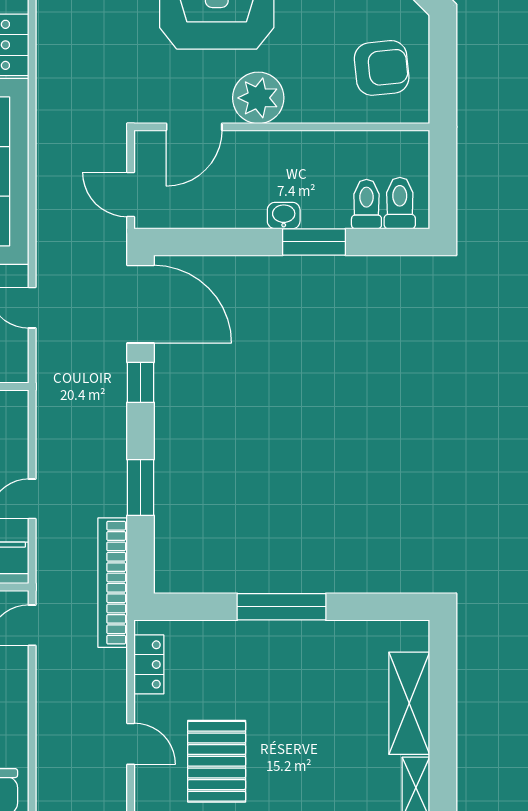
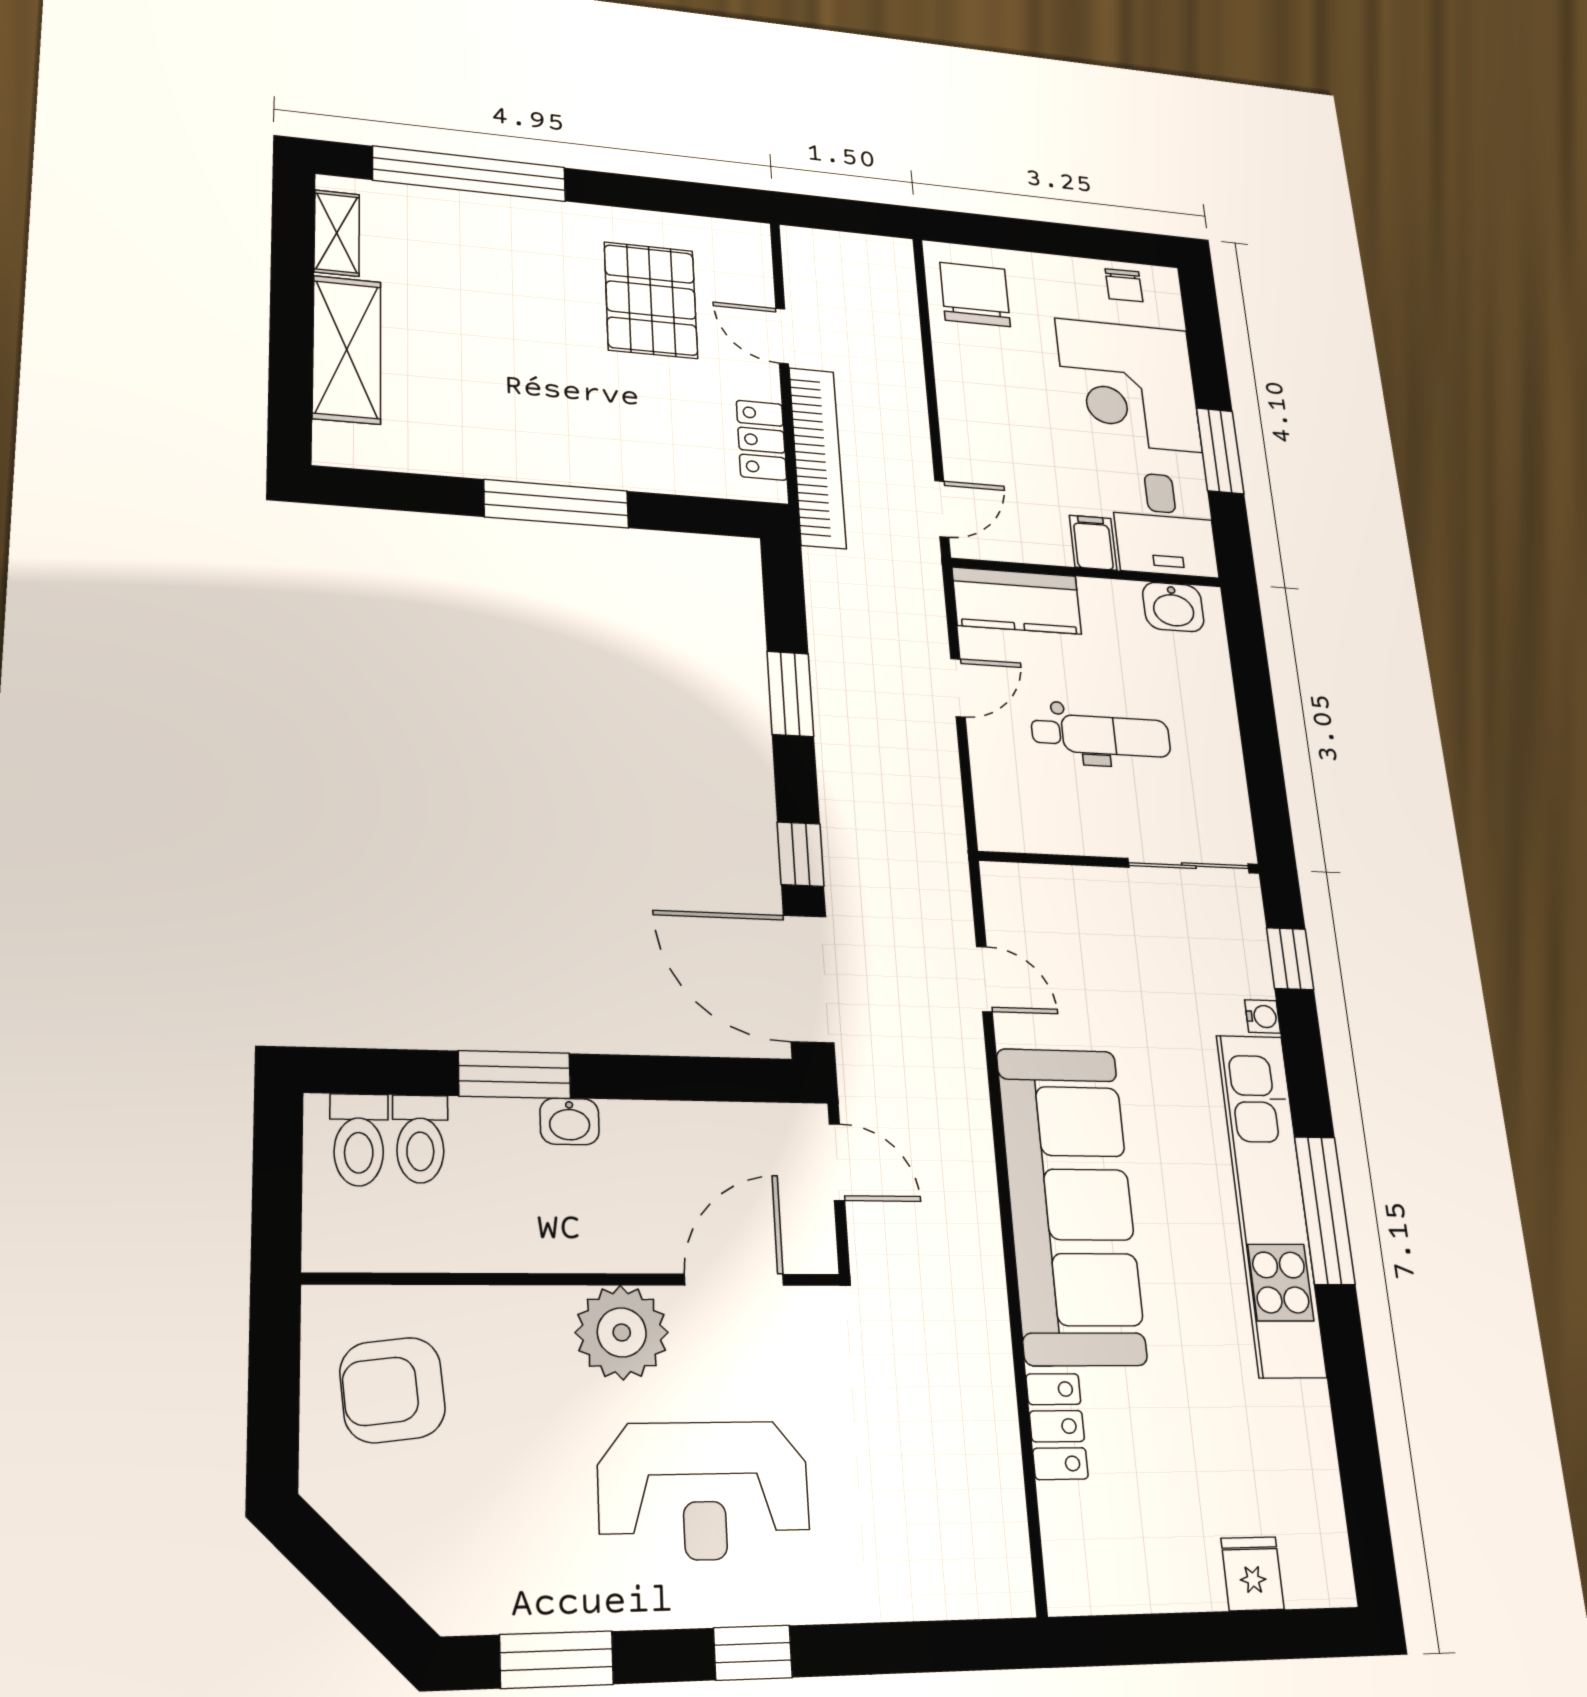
bookcase: (113, 583) -> (817, 457), moved

